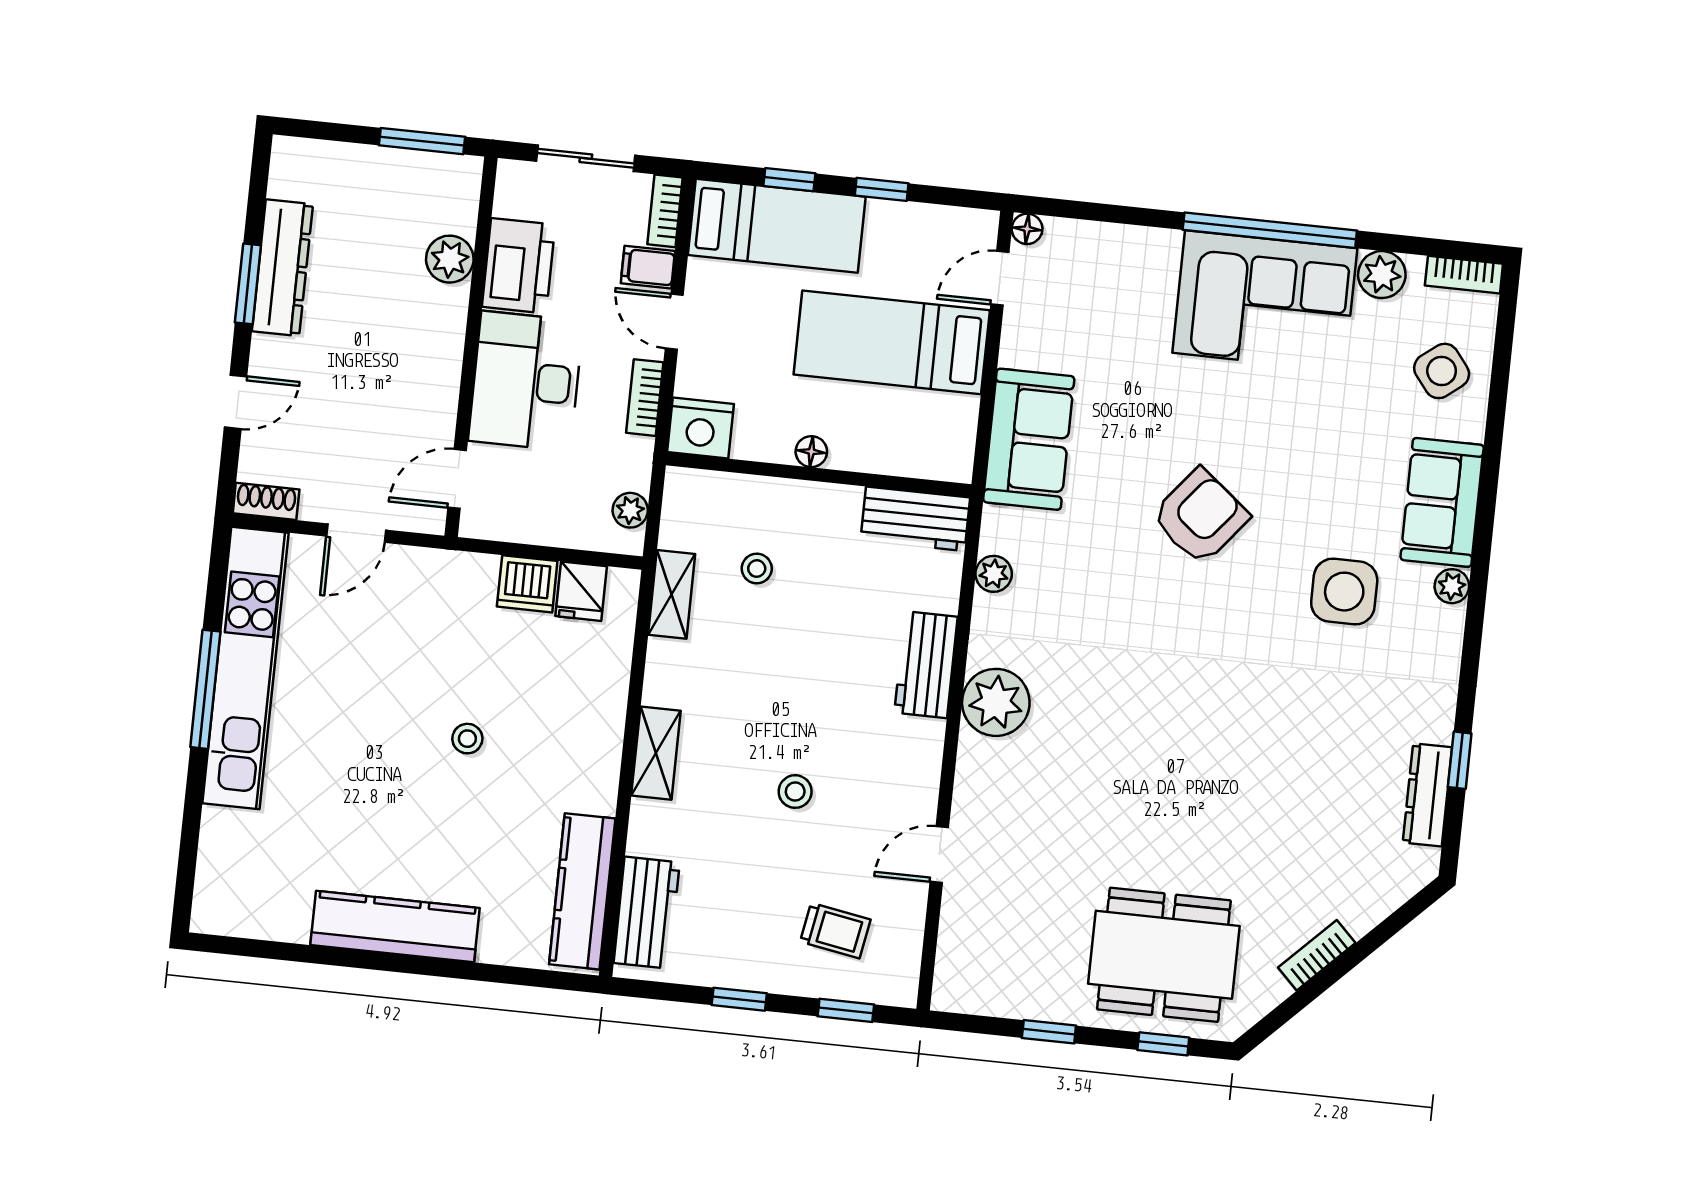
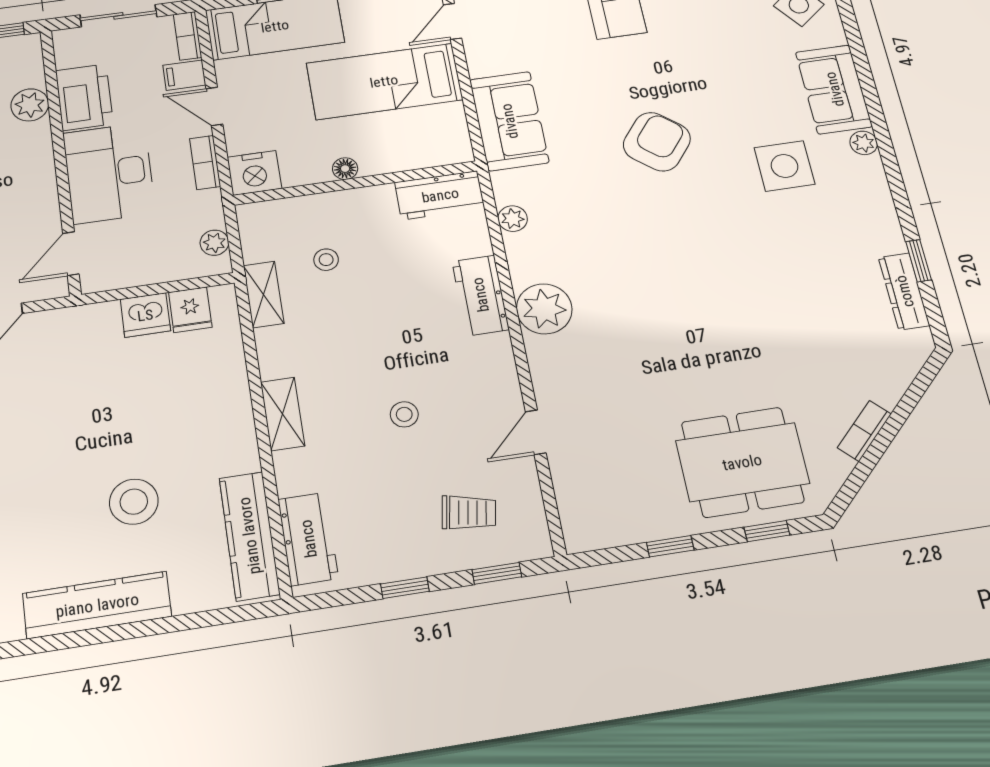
stool: (467, 739) -> (134, 502), moved, width x1.89, depth x1.89

